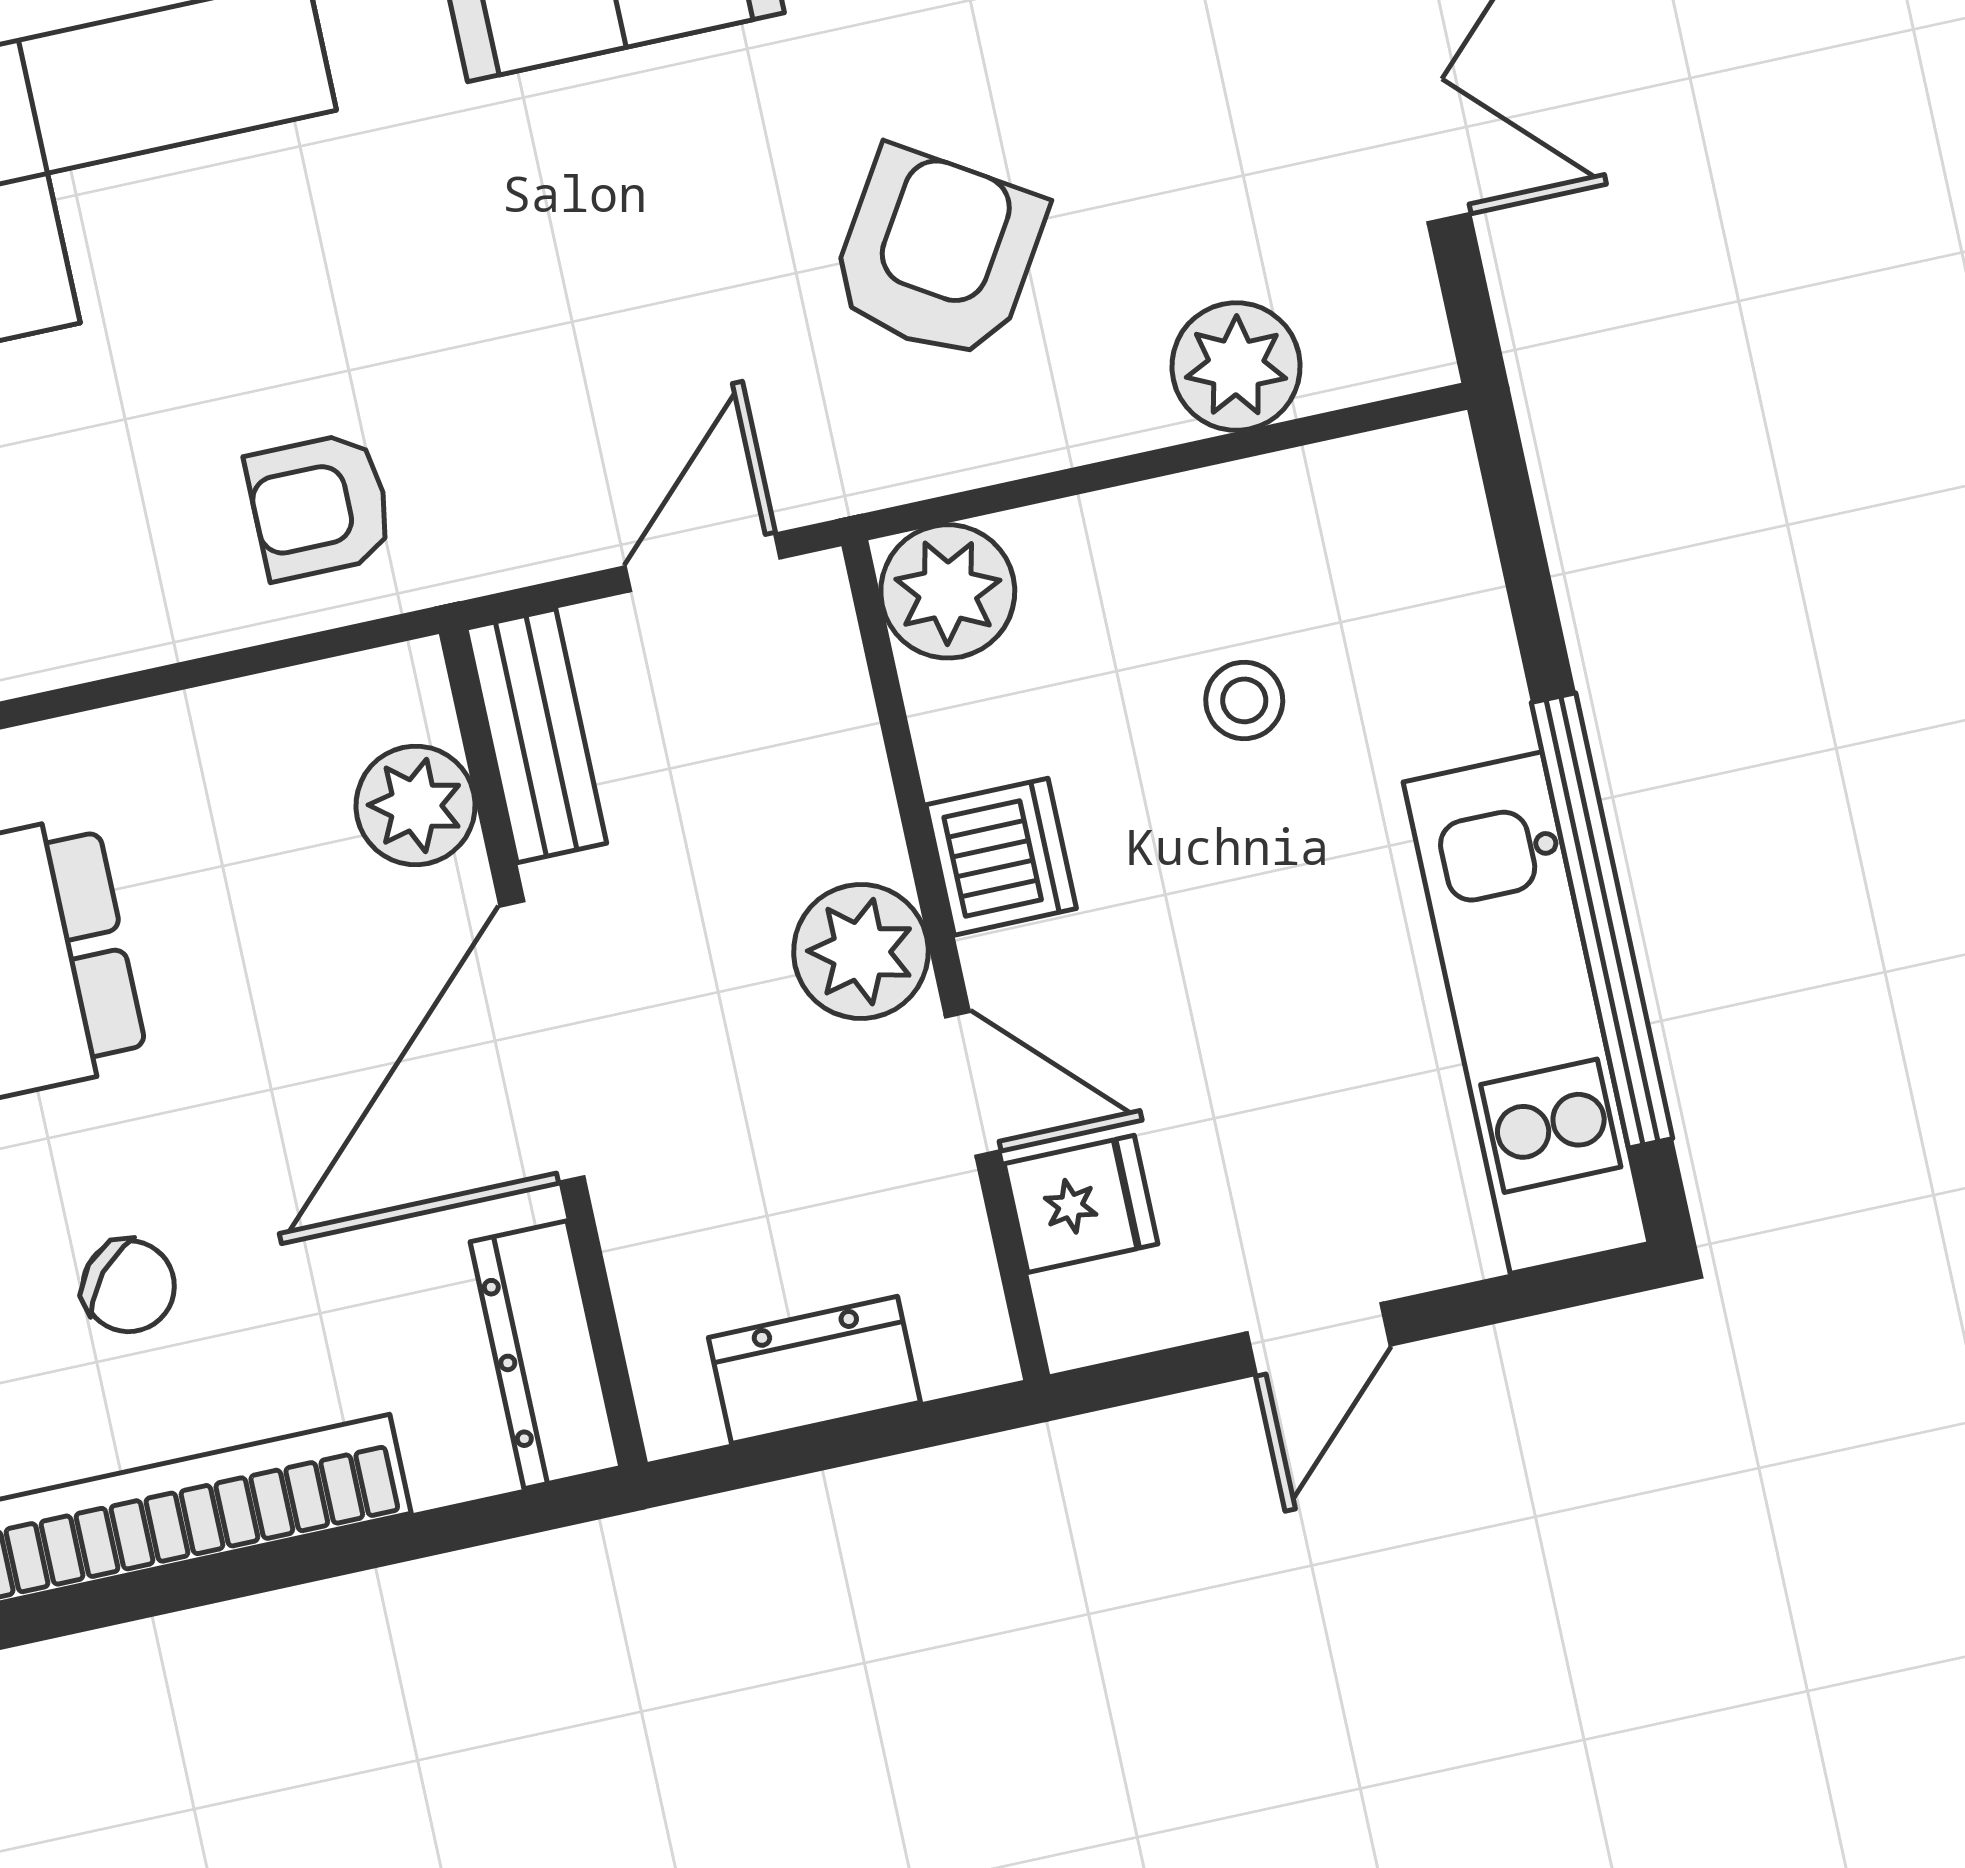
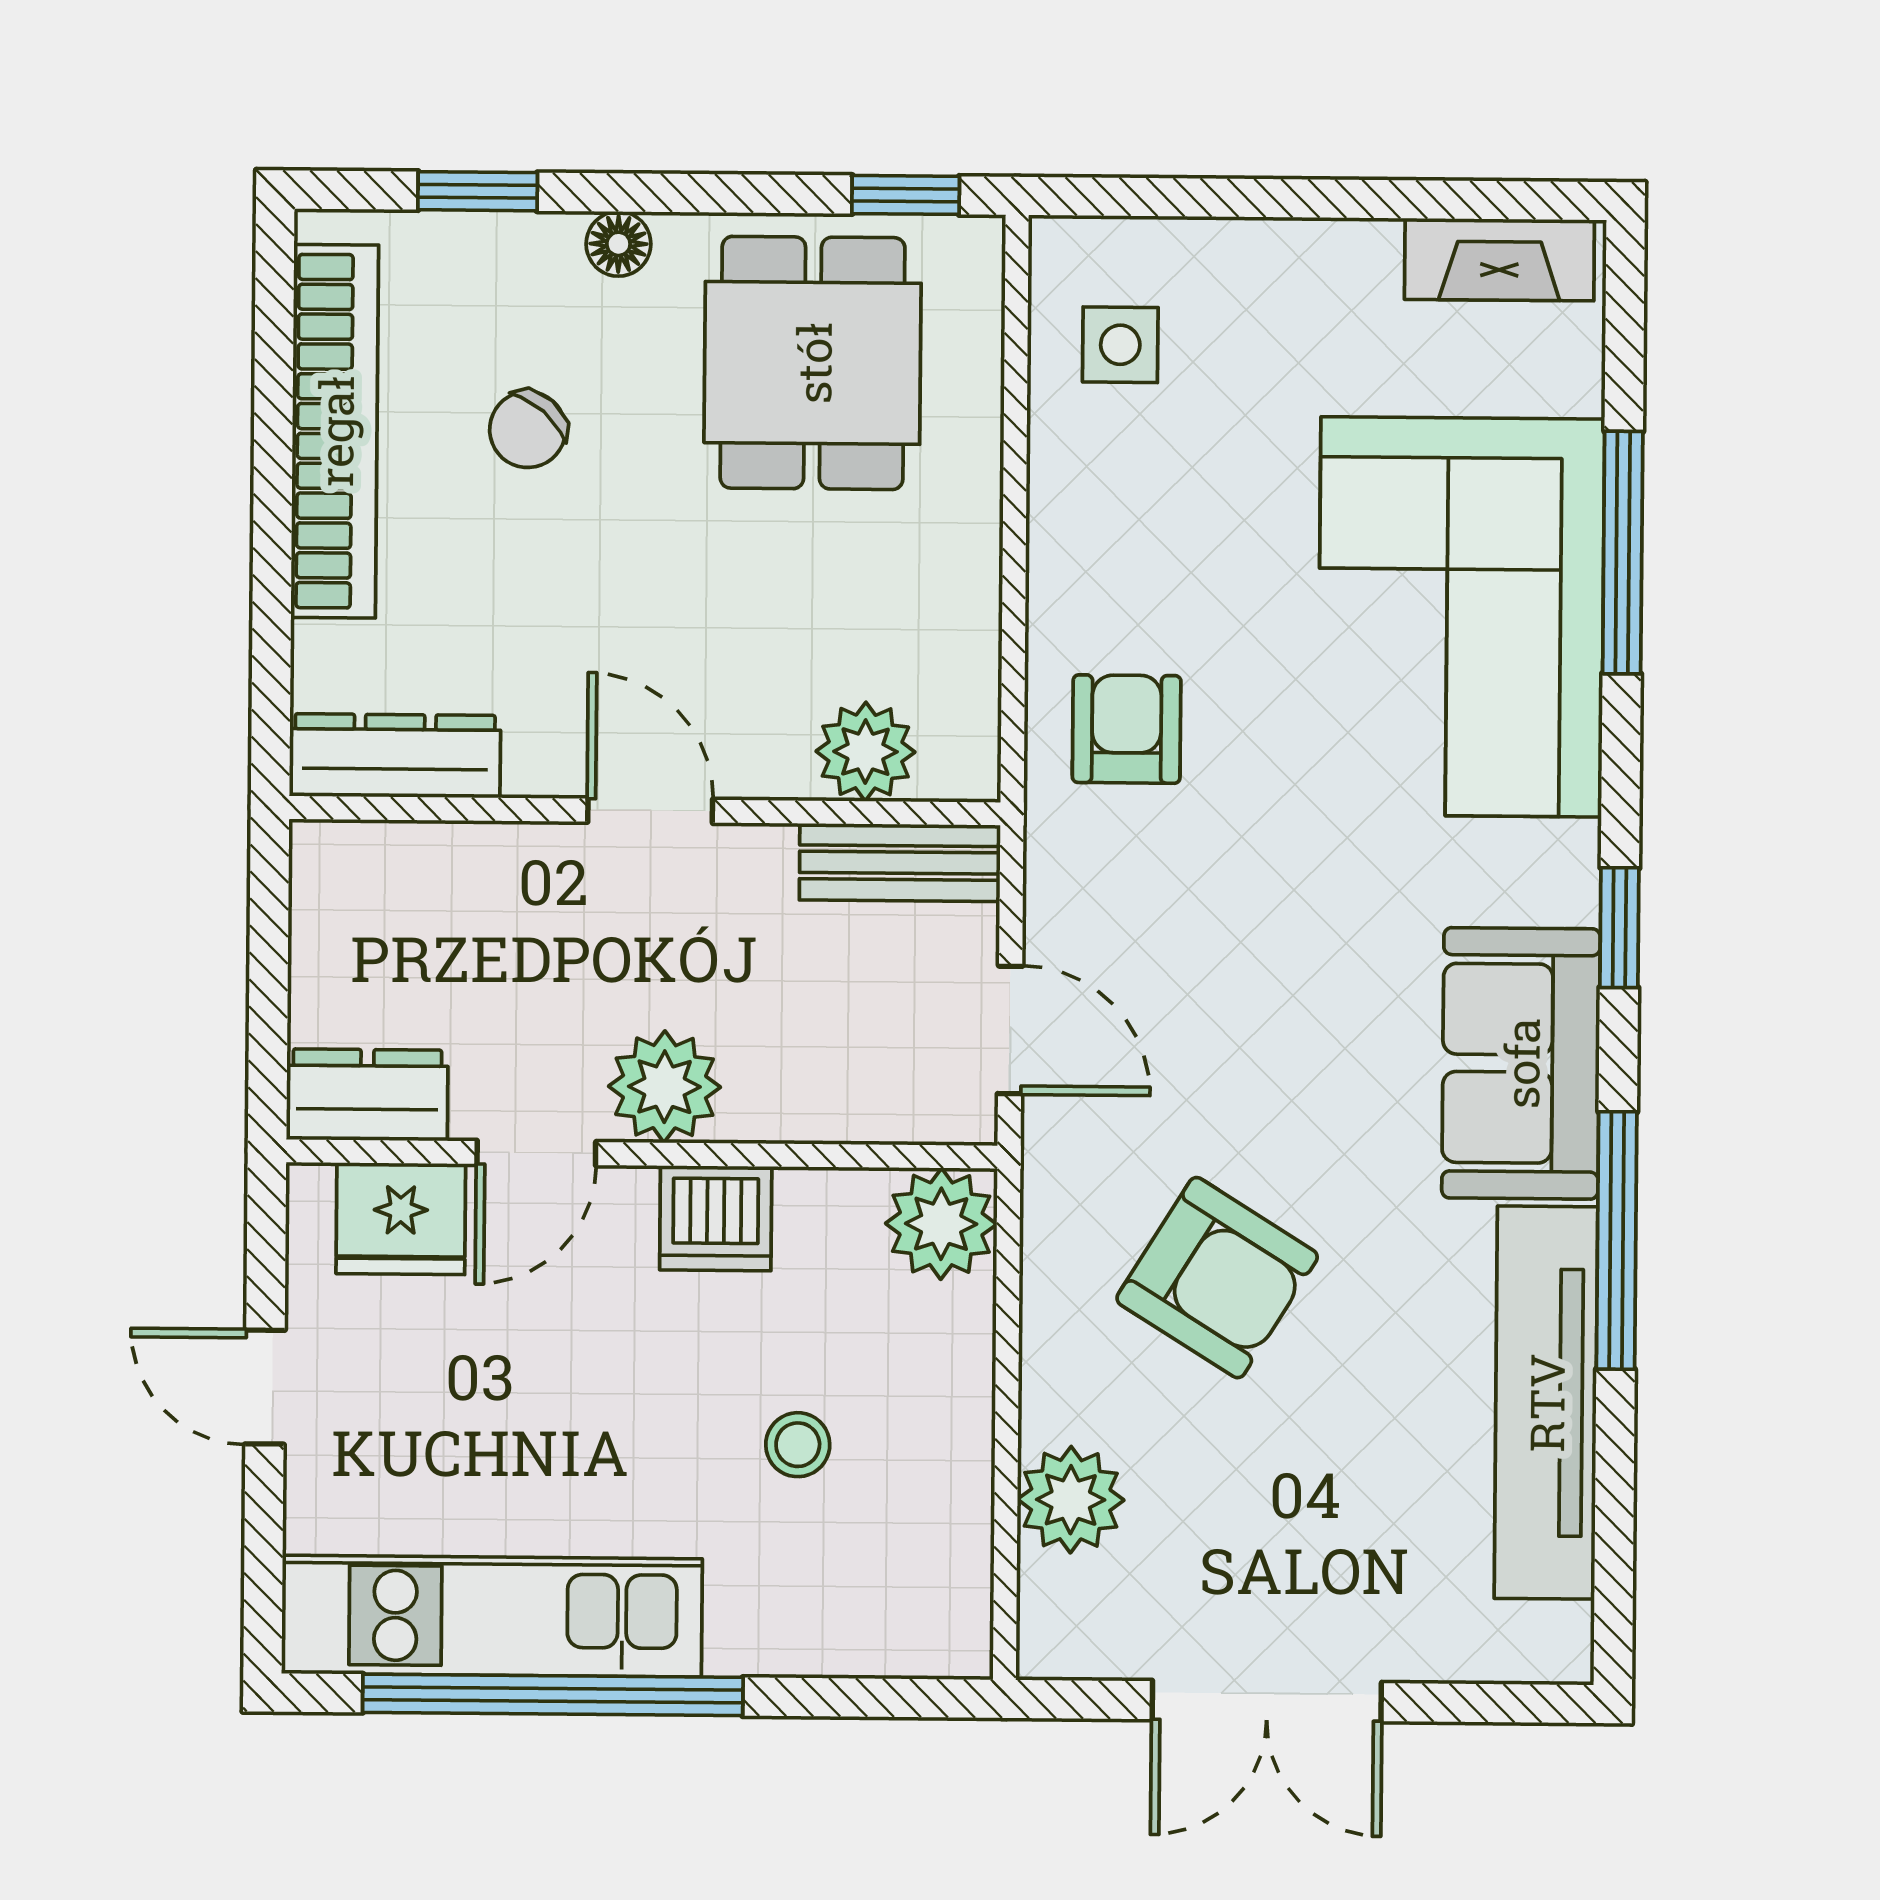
door: (542, 1042) -> (650, 811), width x0.53
fridge: (1081, 1204) -> (401, 1219), width x1.38
dresser: (814, 1370) -> (367, 1095), moved, turned -90

